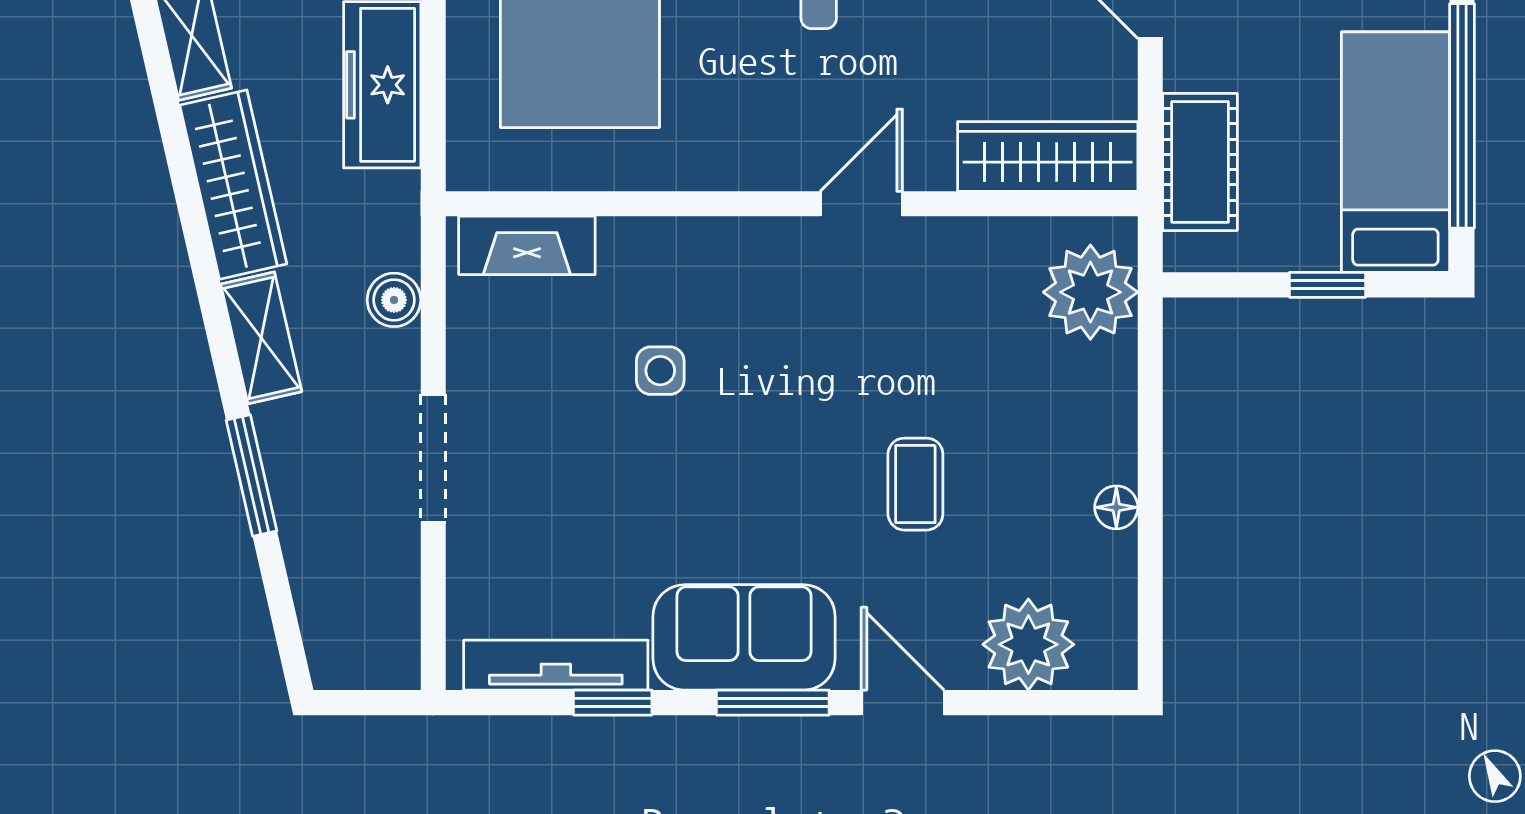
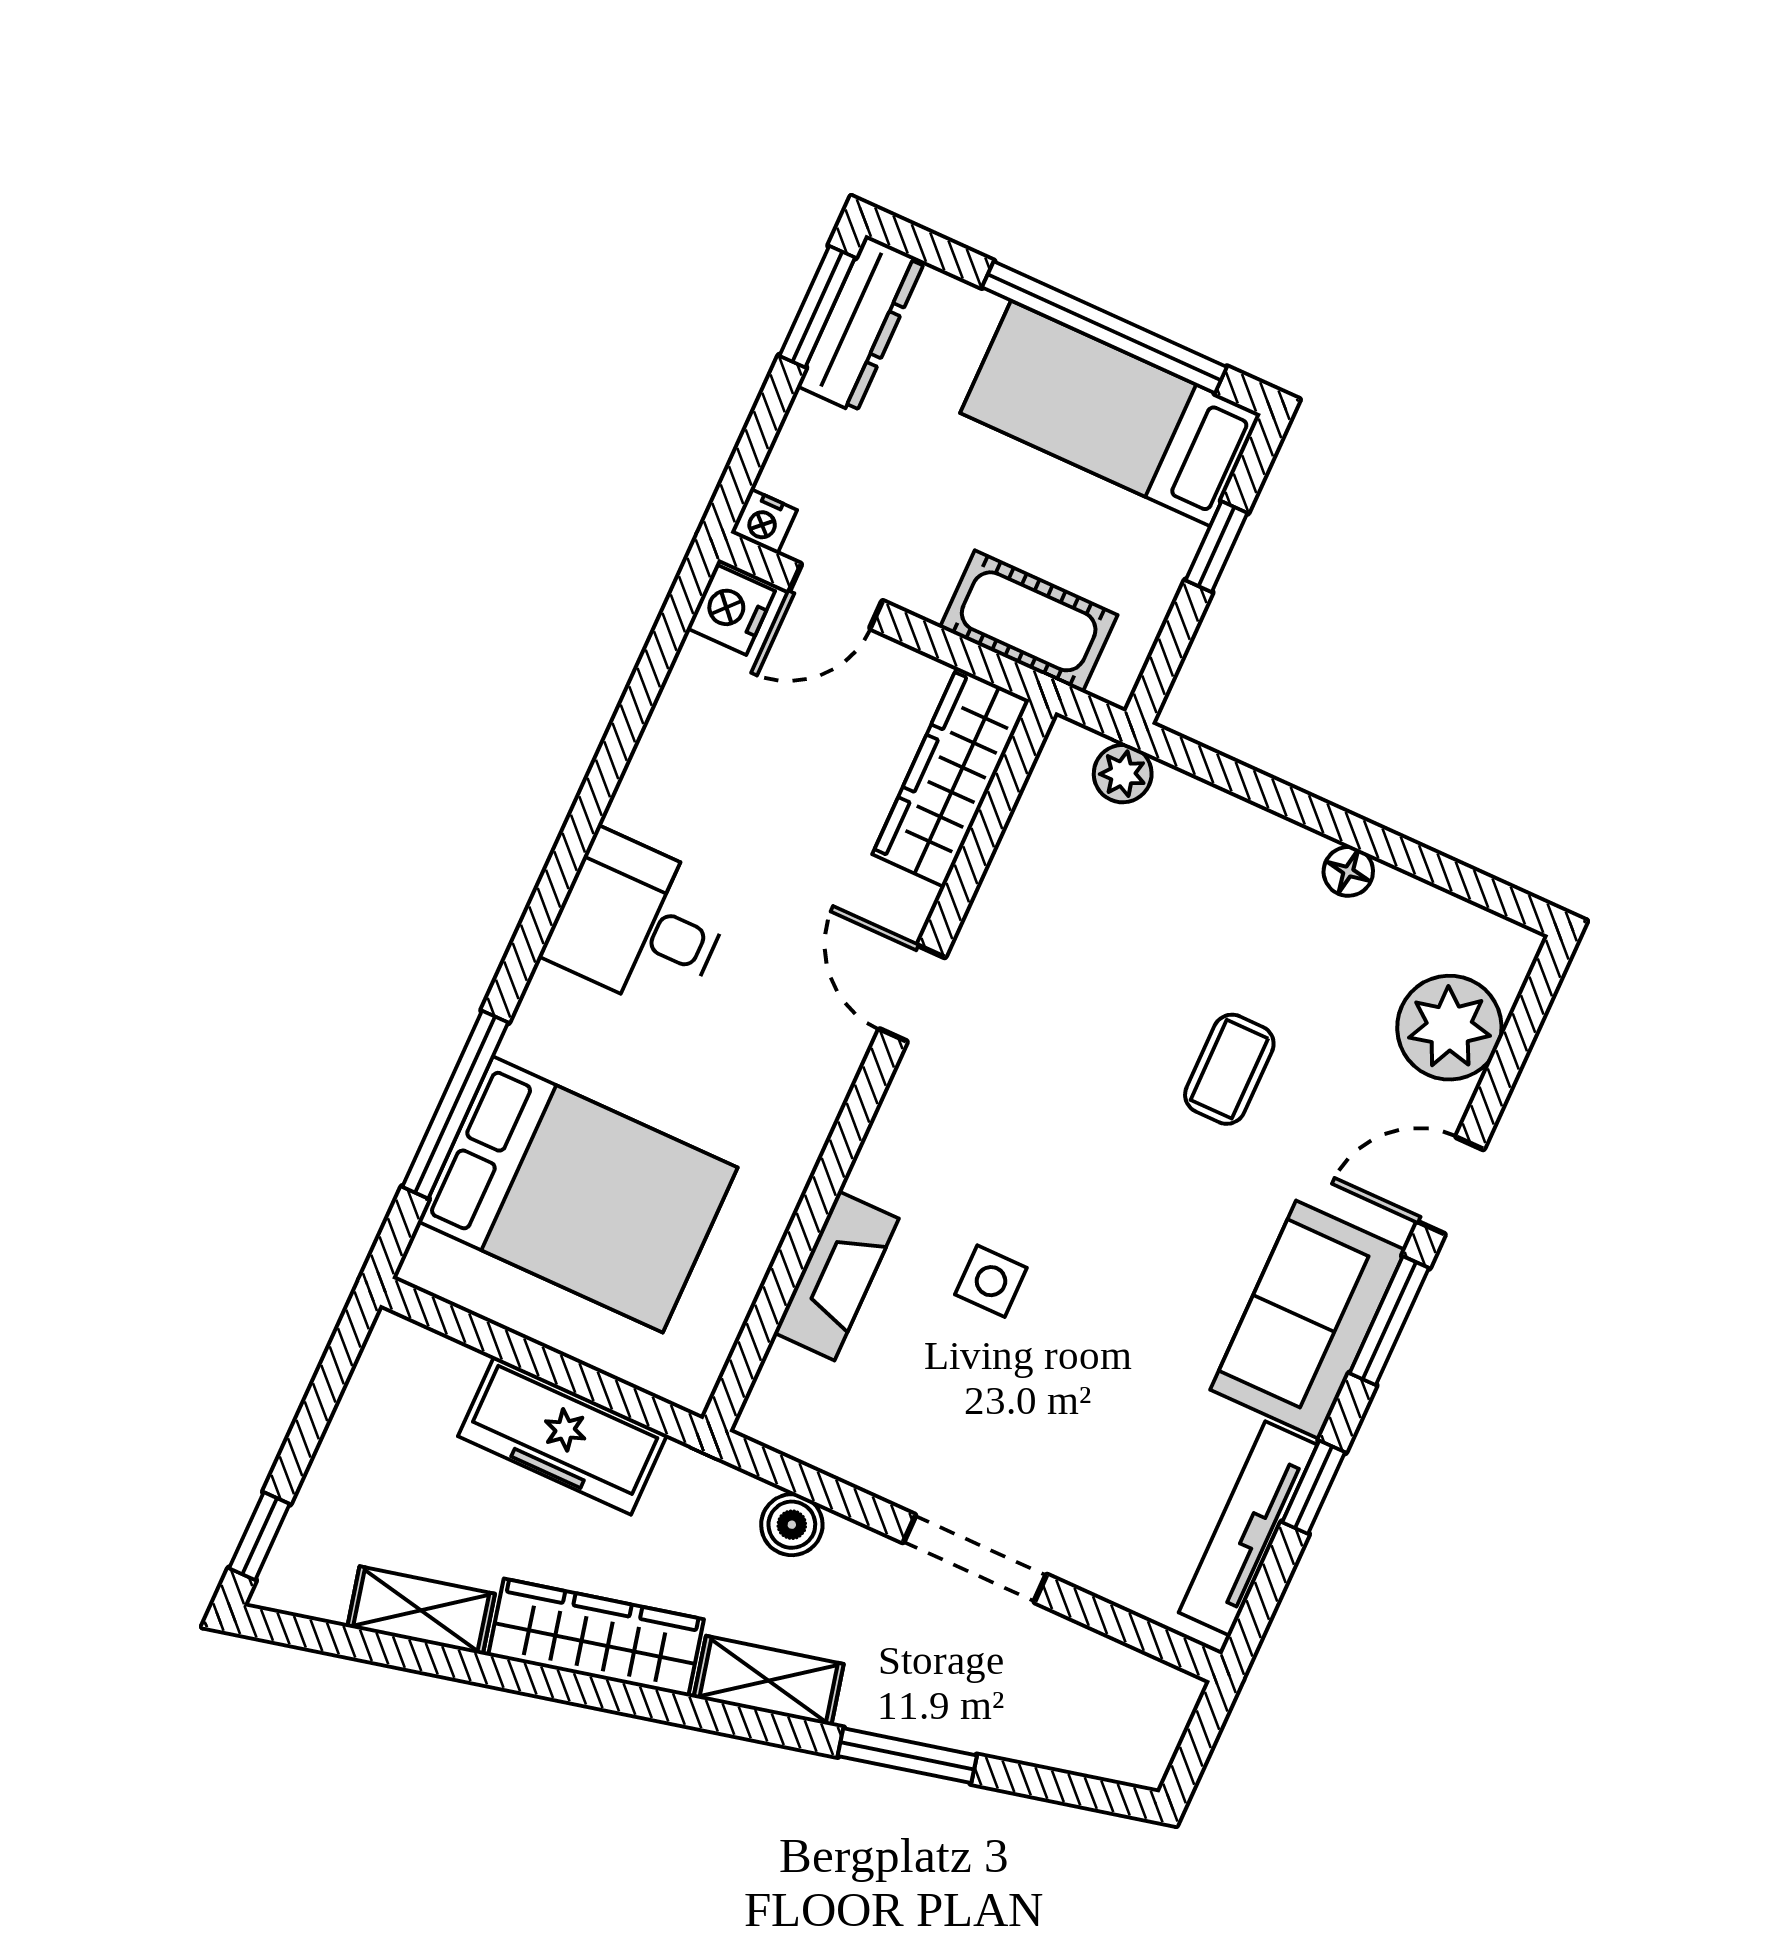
fireplace: (527, 245) -> (836, 1276), moved
plant: (1090, 292) -> (1123, 774), width x0.53, depth x0.53
coffee table: (915, 484) -> (1229, 1069), turned 90

